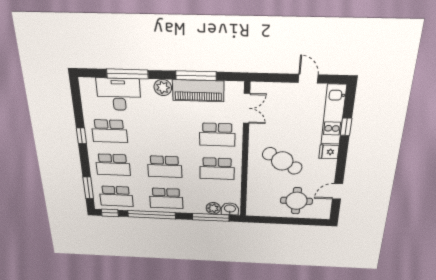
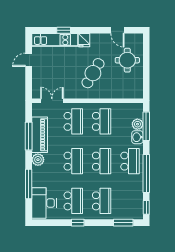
desk: (119, 94) -> (44, 203), moved
school desk: (116, 196) -> (73, 161), moved
washbasin: (230, 209) -> (137, 137), moved

